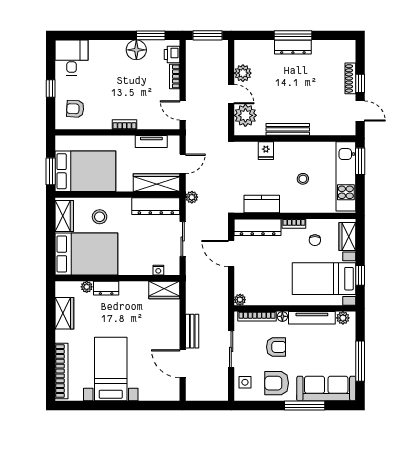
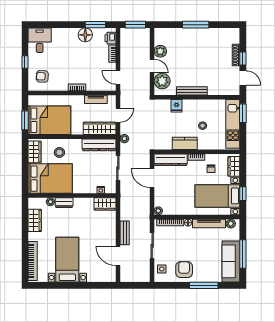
dresser: (293, 47) -> (196, 33), removed
kitchen counter: (262, 204) -> (185, 143), moved
armchair: (276, 347) -> (184, 244), removed
armchair: (277, 383) -> (184, 270), turned 90
sofa: (326, 389) -> (231, 261), moved, turned -90

